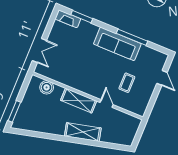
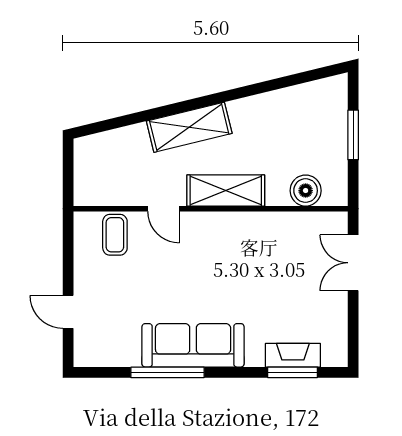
fireplace: (68, 19) -> (293, 355), moved
coffee table: (127, 83) -> (115, 235), moved
window: (14, 111) -> (353, 135), moved

